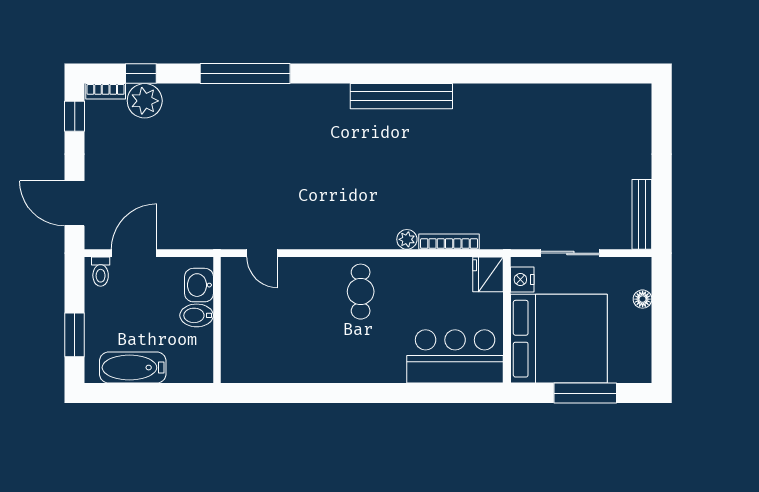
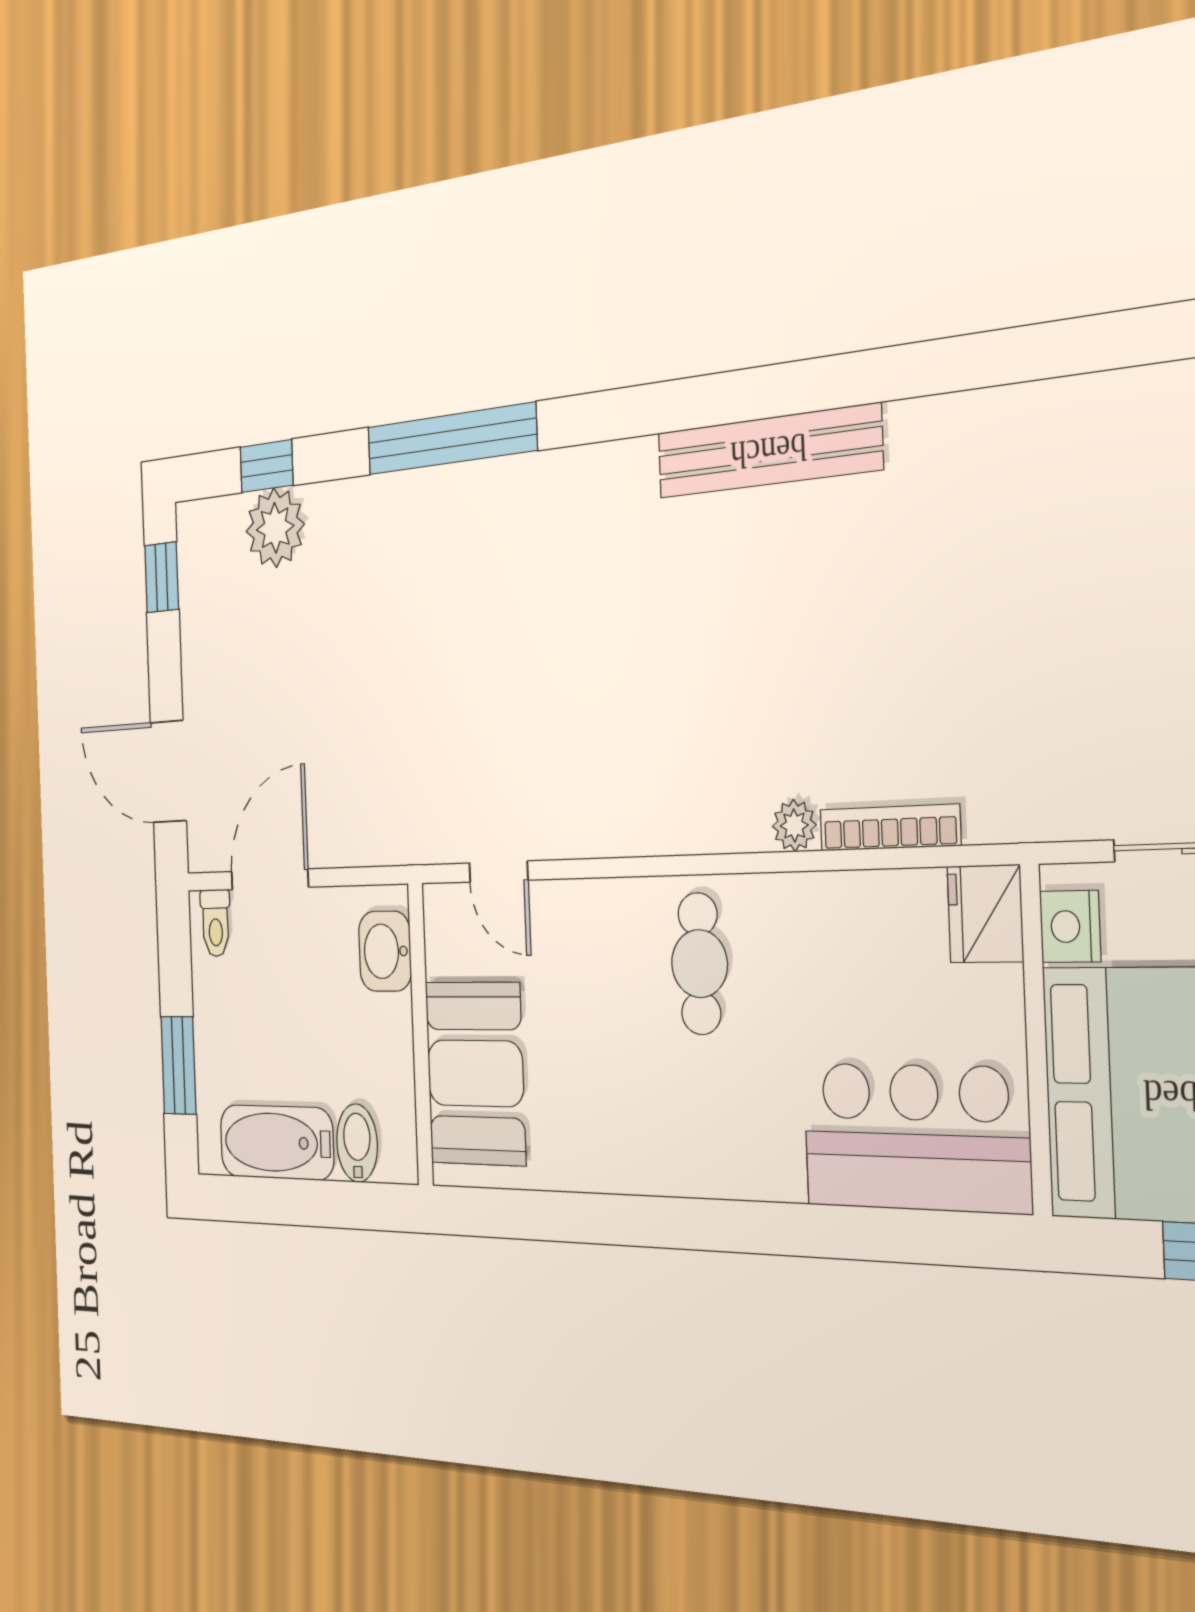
bookcase: (106, 91) -> (210, 515), removed
bidet: (197, 315) -> (357, 1143), moved, turned 90
booth: (246, 336) -> (475, 1073), added

